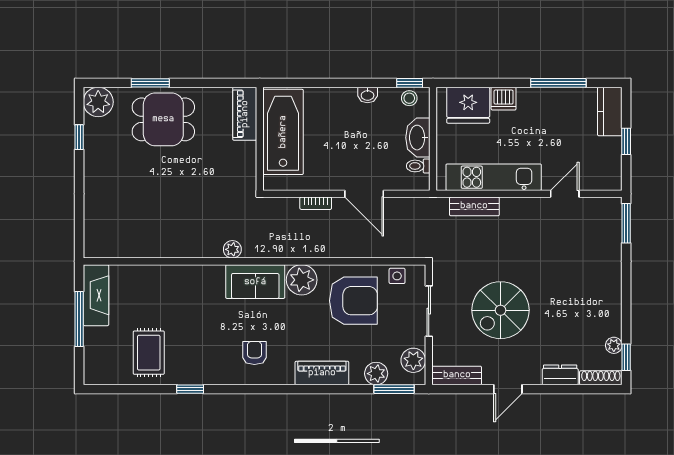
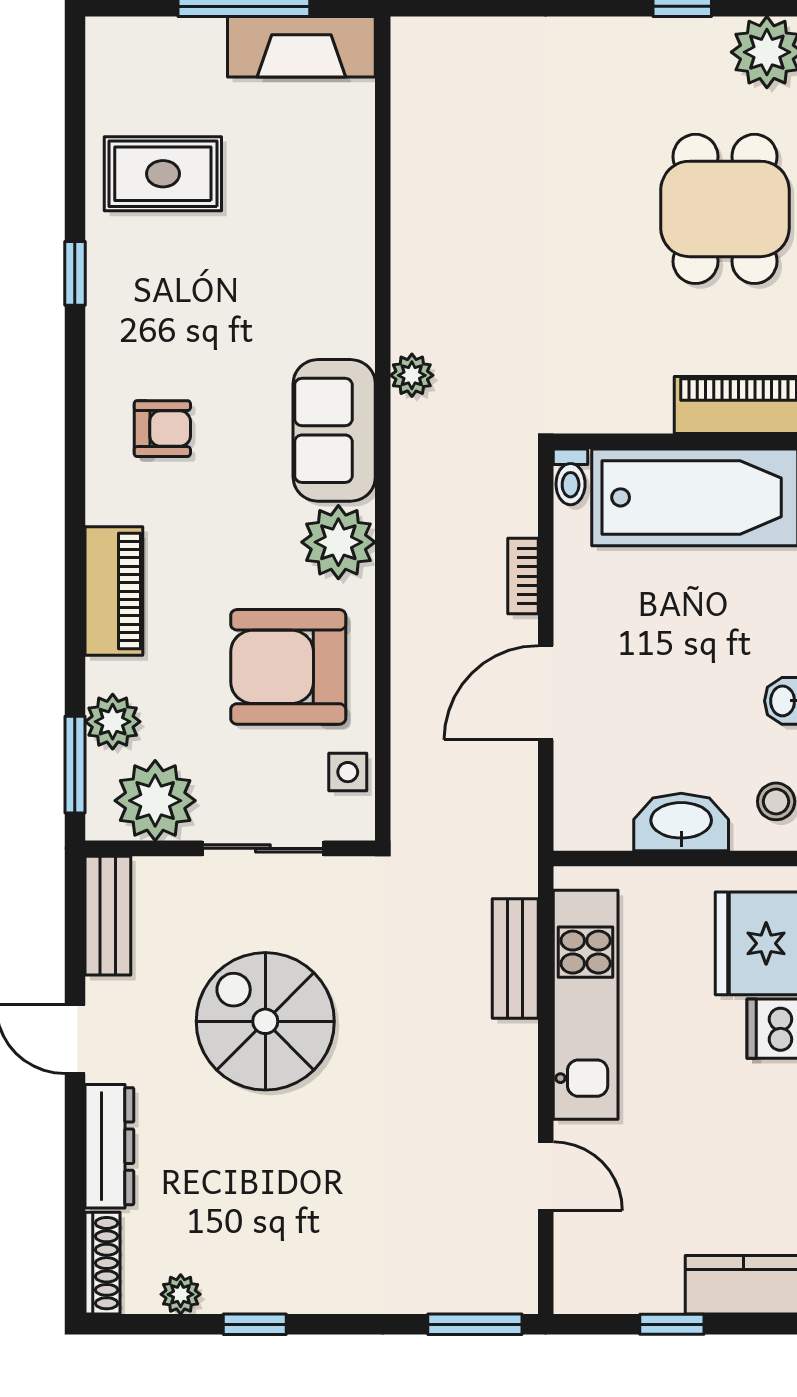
toilet: (418, 166) -> (571, 477), moved, turned 180
armchair: (353, 301) -> (288, 667), turned 90
window: (626, 357) -> (255, 1324), moved
plant: (413, 360) -> (155, 801), width x1.36, depth x1.36
dresser: (560, 375) -> (109, 1146), width x1.44

